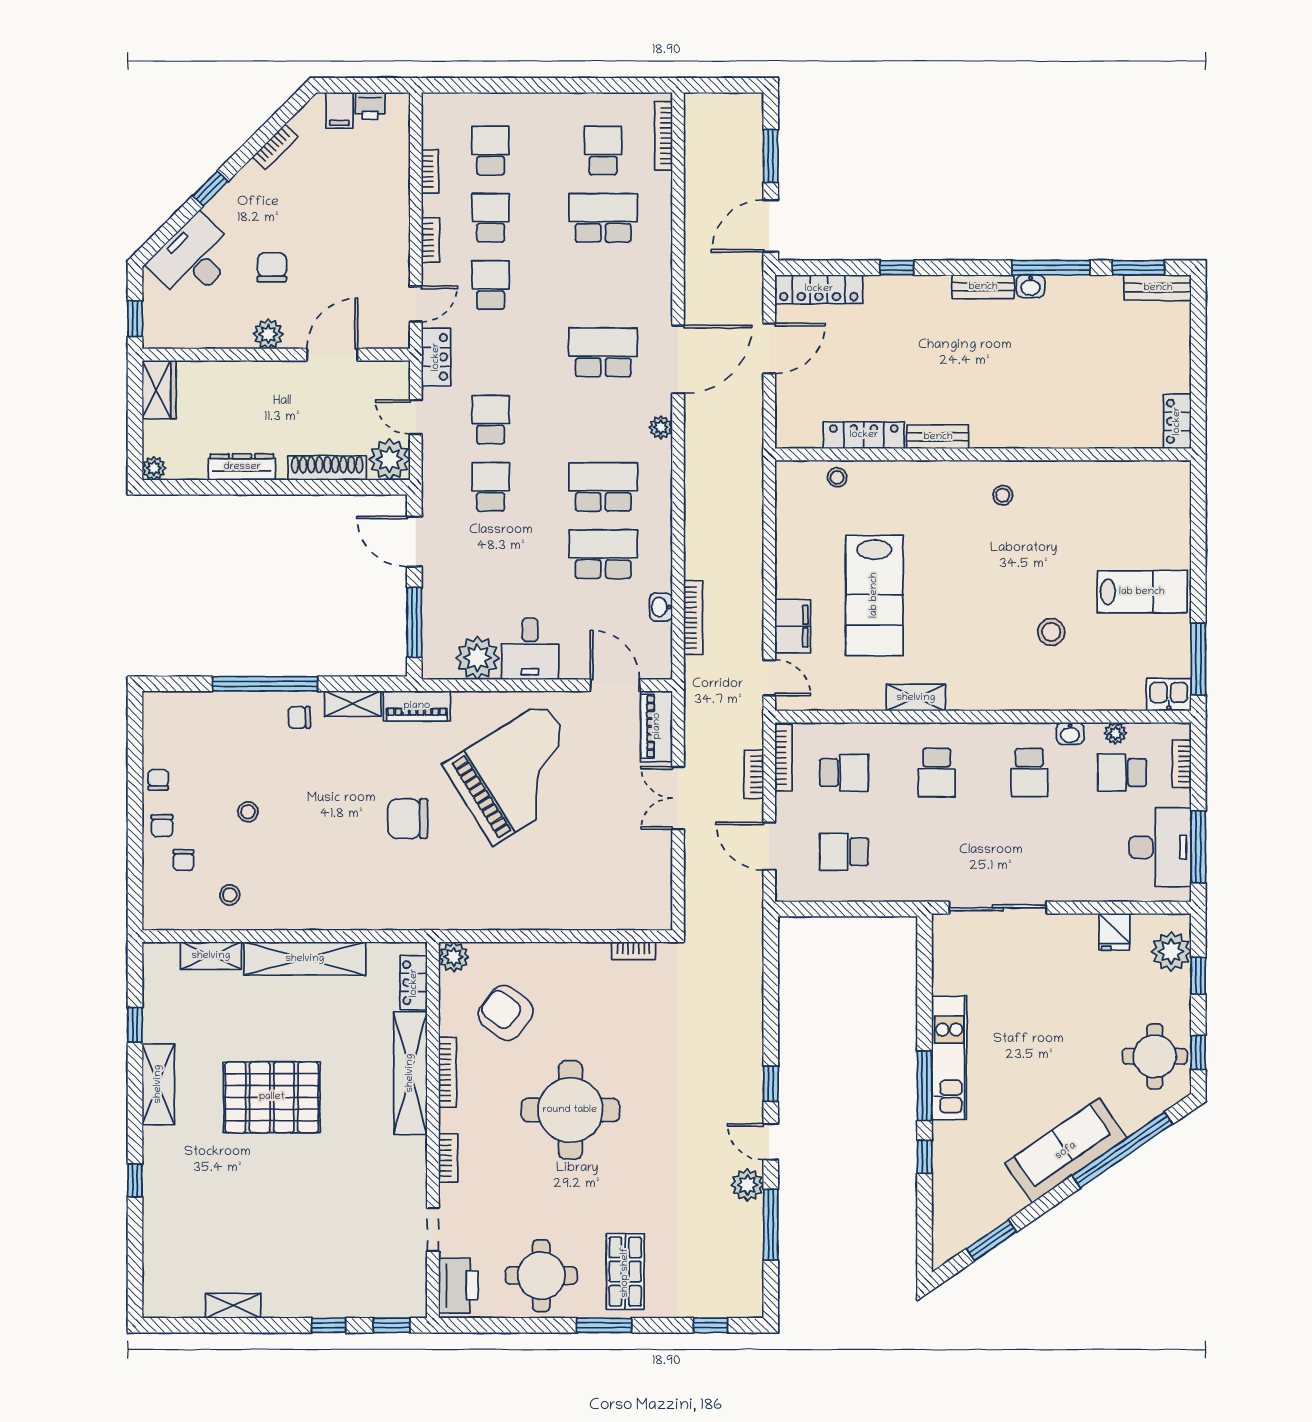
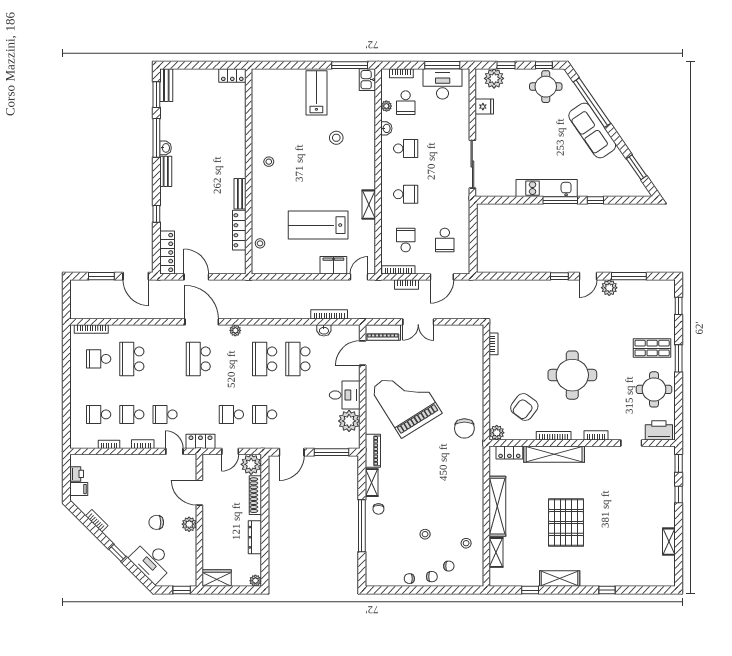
lab bench: (874, 595) -> (318, 225), turned 180
chair: (408, 819) -> (464, 428), moved

